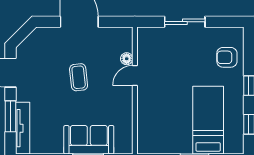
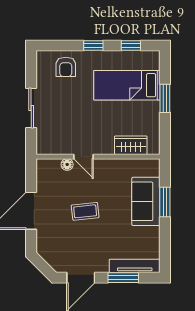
wardrobe: (146, 124) -> (131, 145), added

